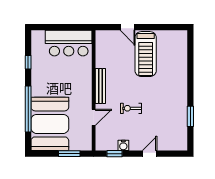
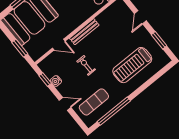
window: (161, 27) -> (159, 40), added
treadmill: (146, 54) -> (132, 65), moved
window: (190, 116) -> (114, 111), width x2.11
exercise mat: (168, 127) -> (94, 102), added

